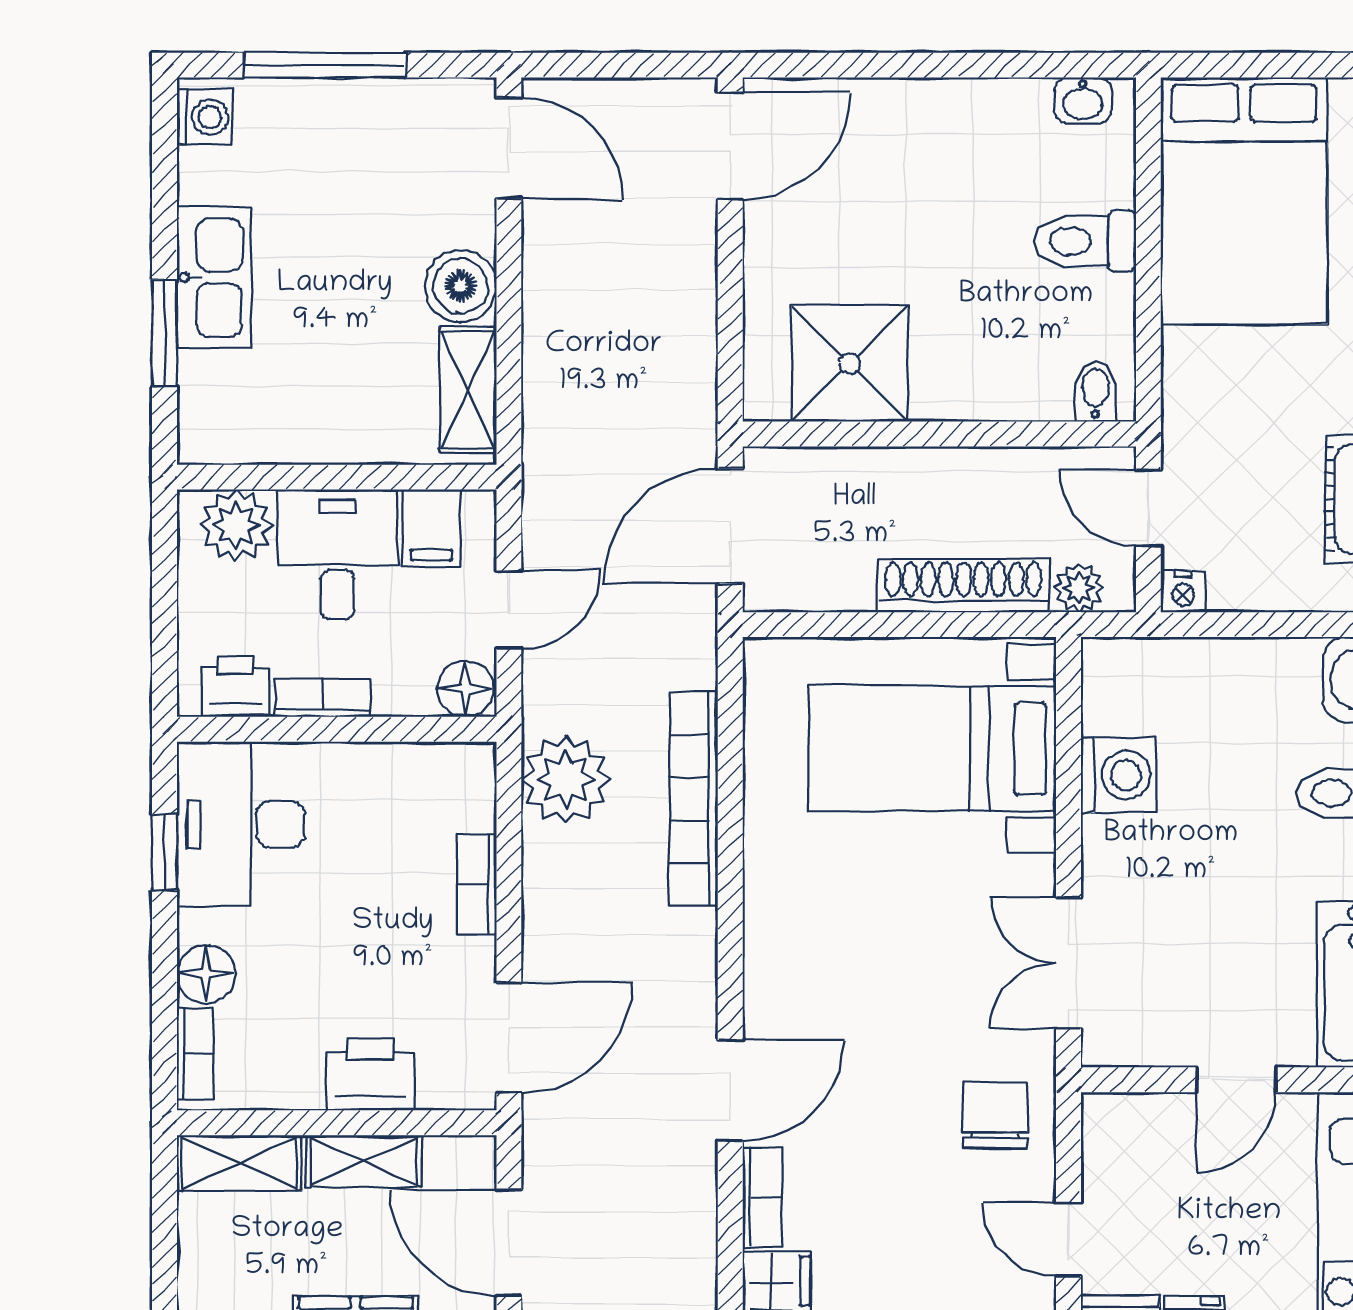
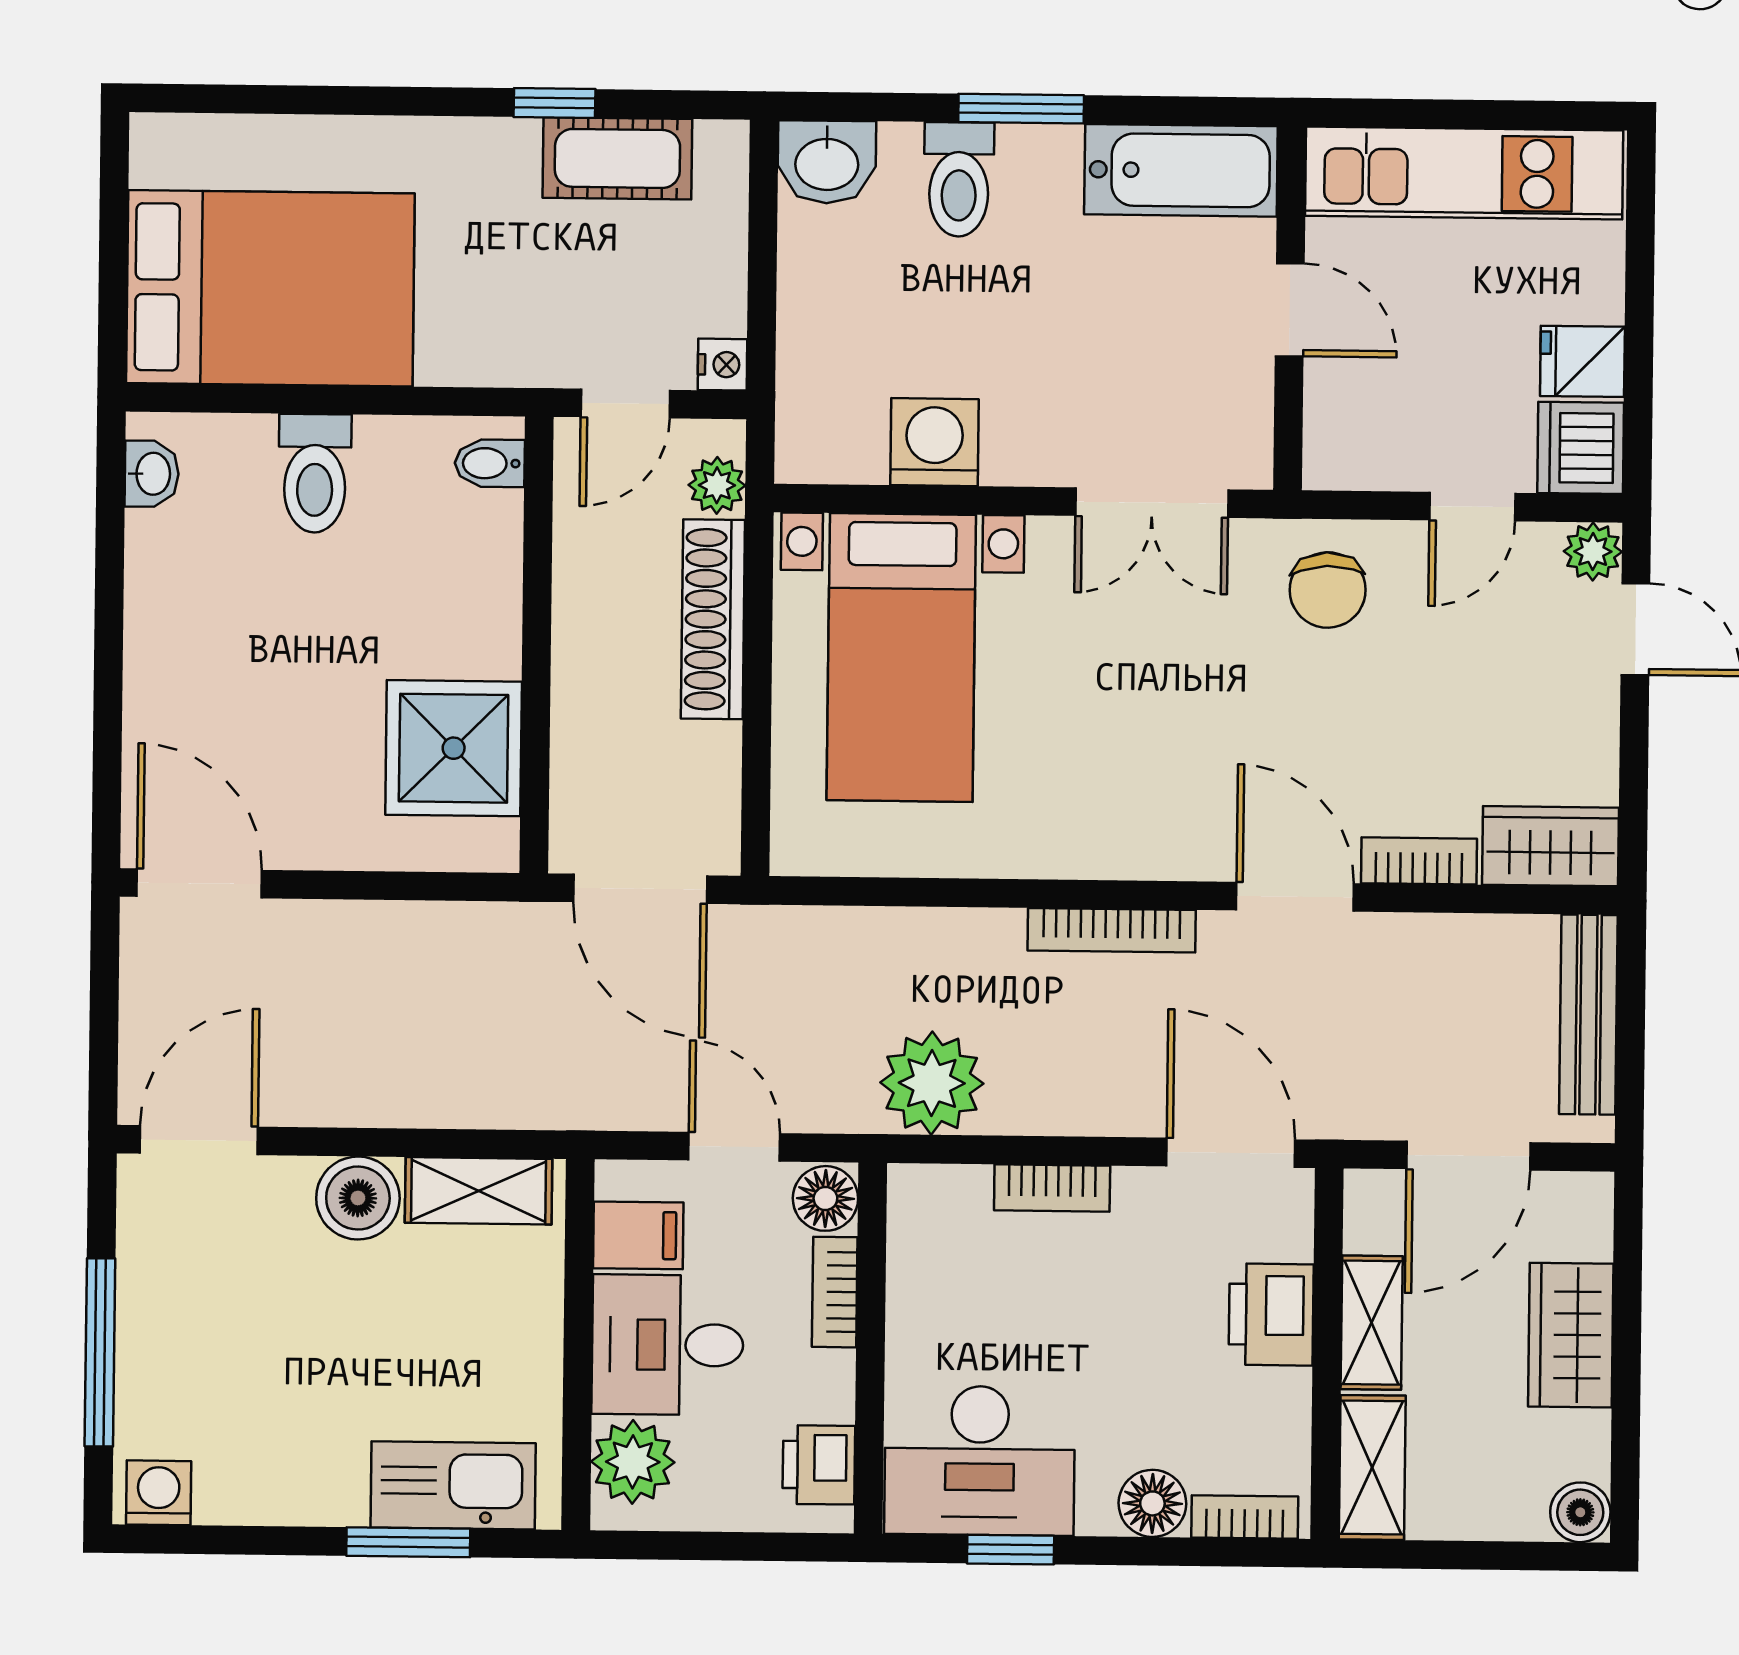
kitchen sink: (214, 277) -> (453, 1485), moved
bookcase: (322, 698) -> (835, 1292), moved
bookcase: (694, 799) -> (1112, 930), moved, width x0.68, depth x0.76
chair: (995, 1115) -> (1328, 590), turned -92

